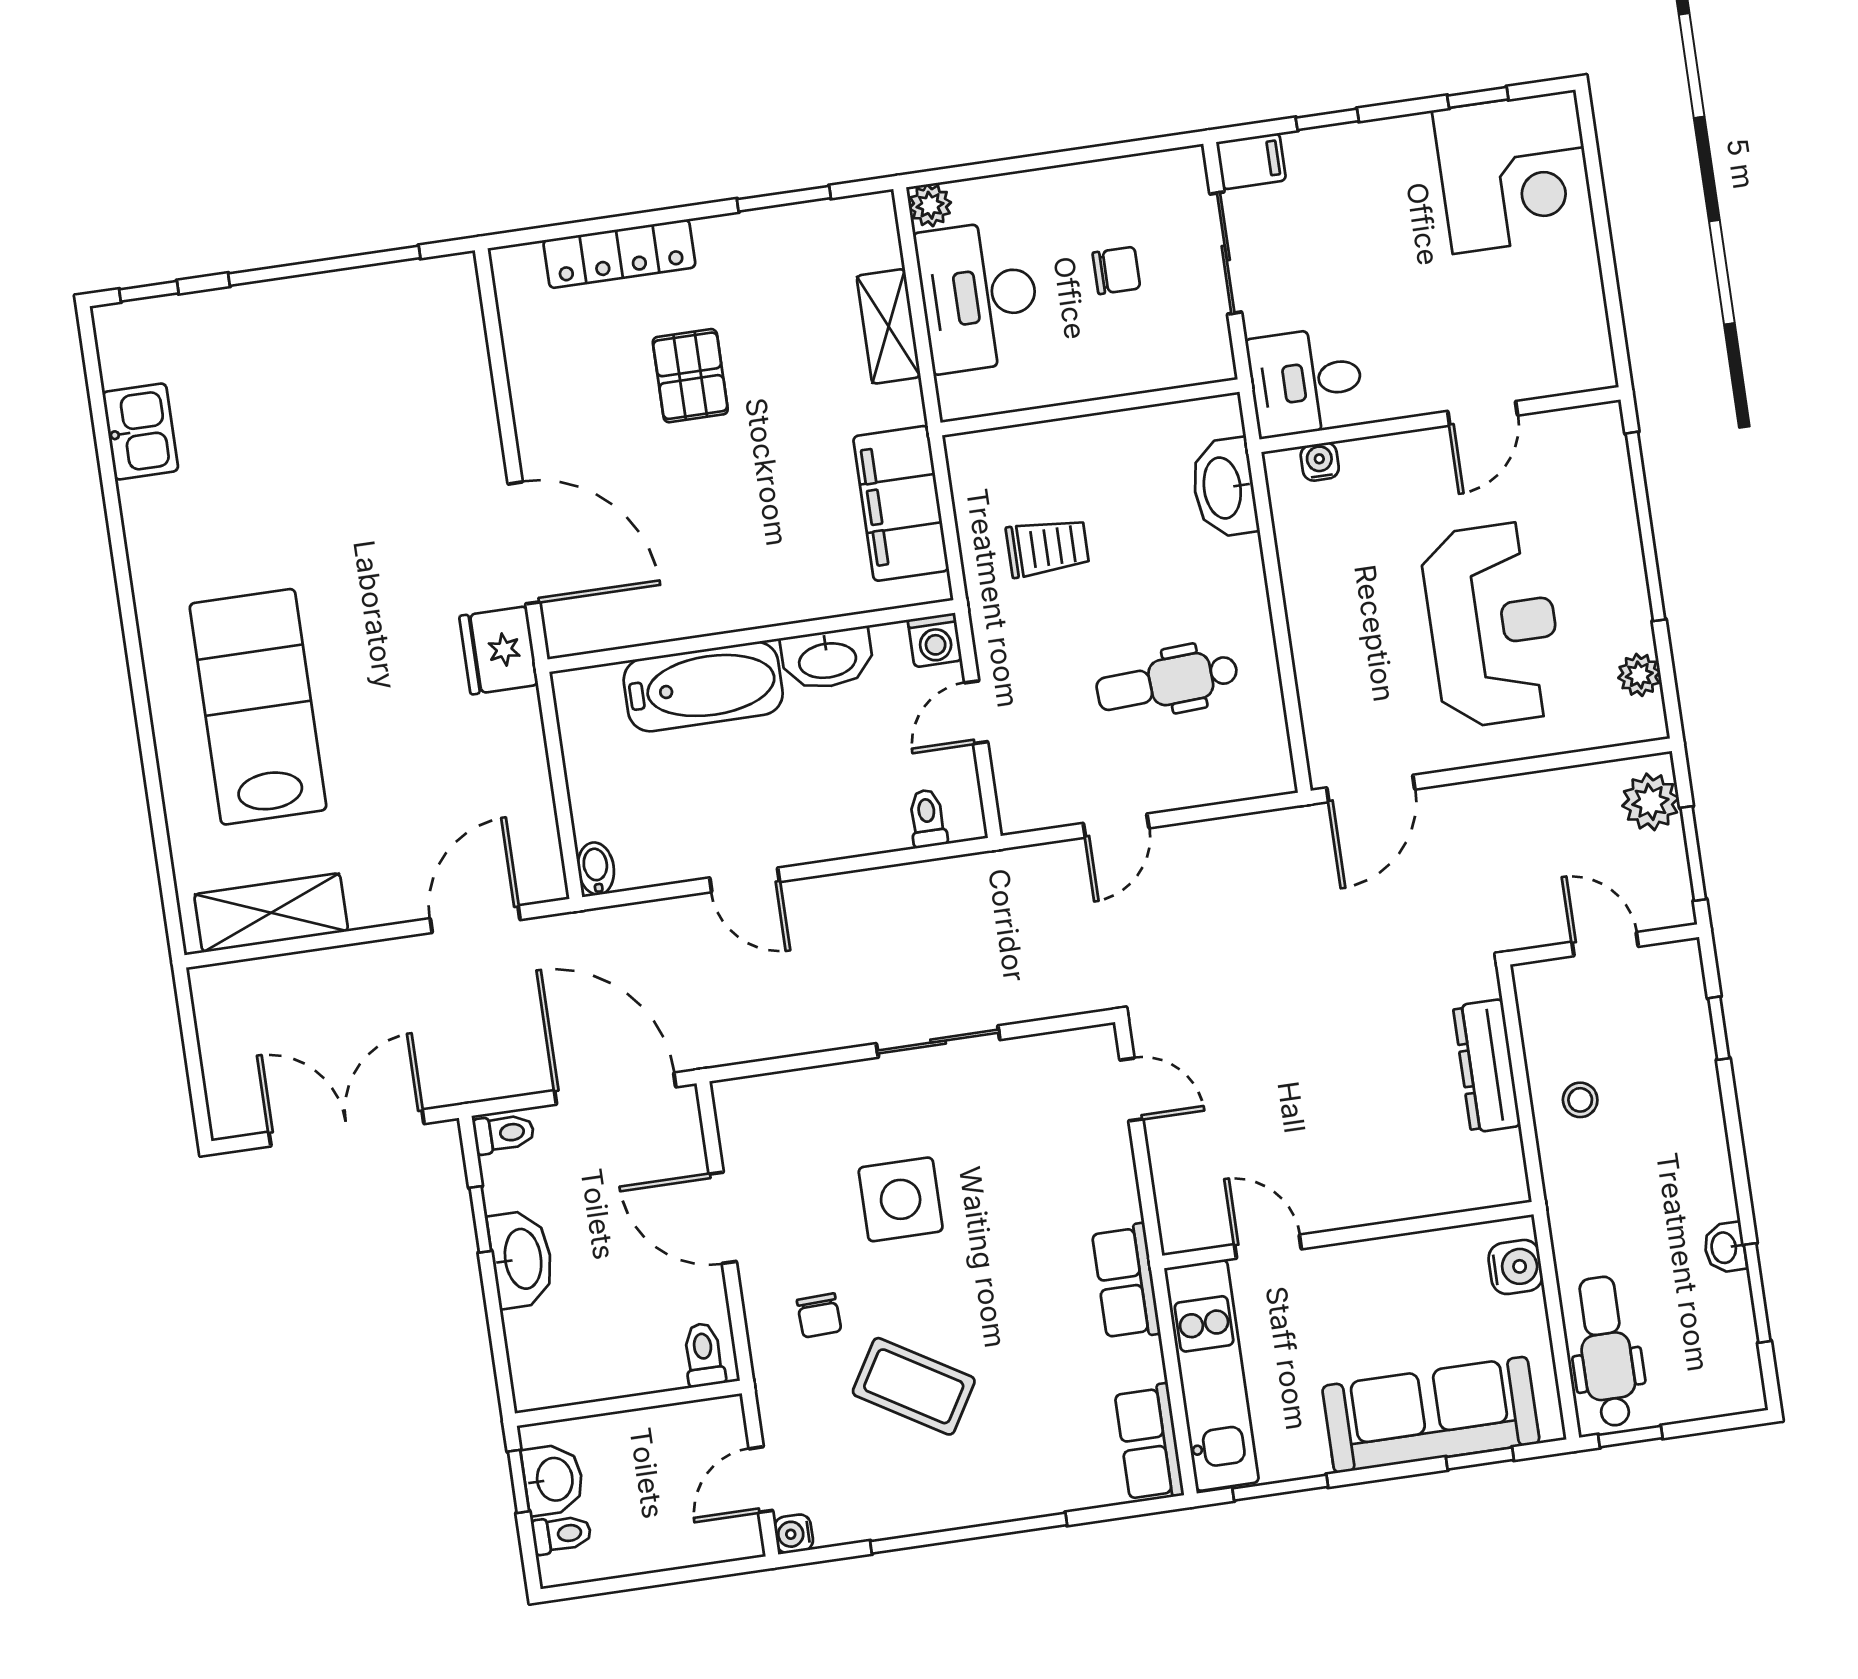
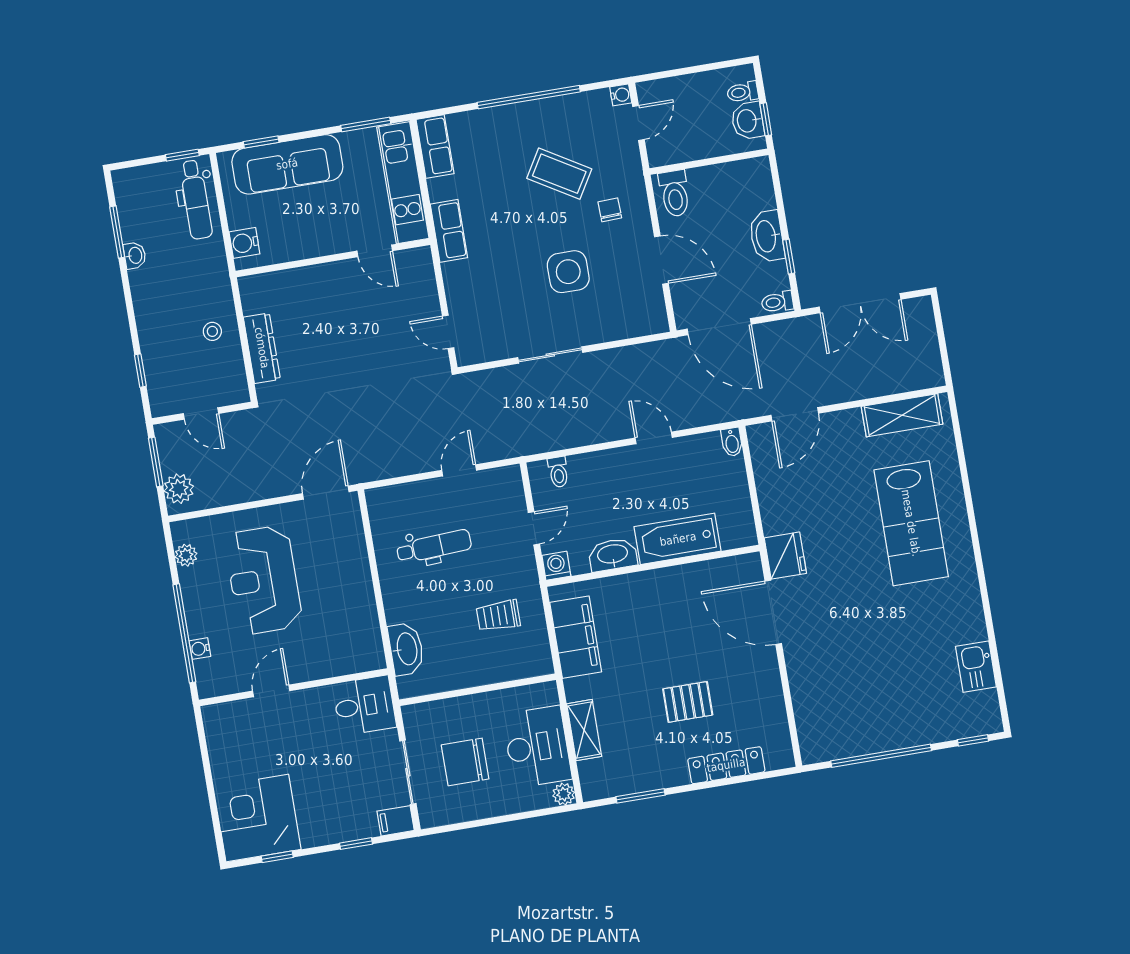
chair: (1116, 270) -> (465, 762), width x1.87, depth x1.87
pallet: (690, 376) -> (688, 702), turned 90
water cooler: (1320, 462) -> (200, 649), moved, turned 90
toilet: (704, 1355) -> (675, 193), width x1.37, depth x1.39

